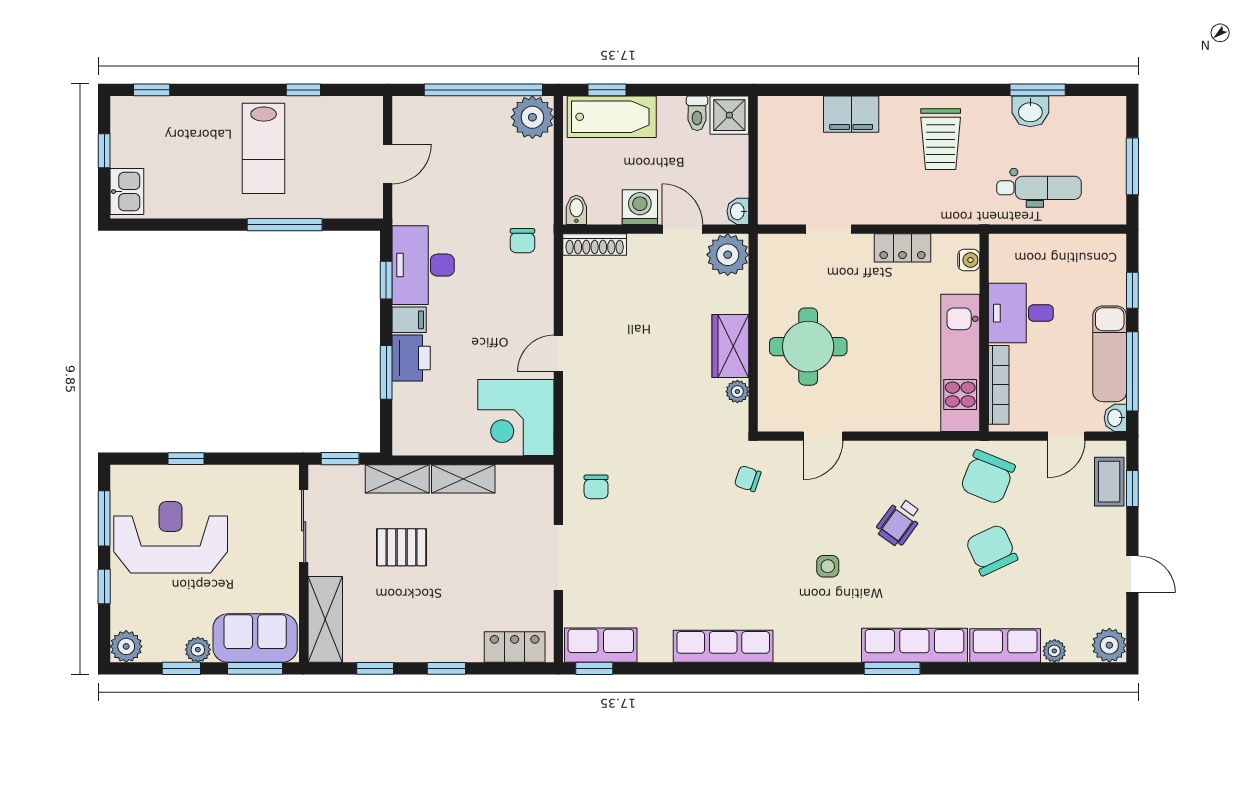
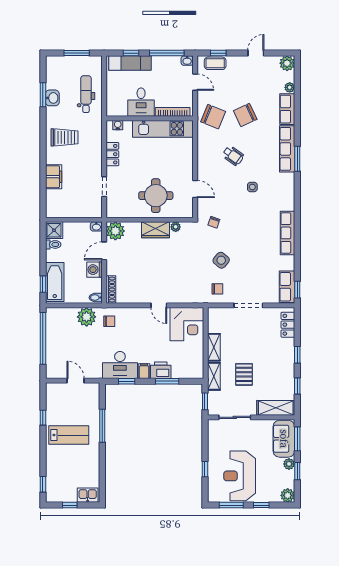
plant: (532, 117) -> (87, 317), moved
exam couch: (1110, 354) -> (130, 63), moved
side table: (661, 495) -> (221, 260), added

